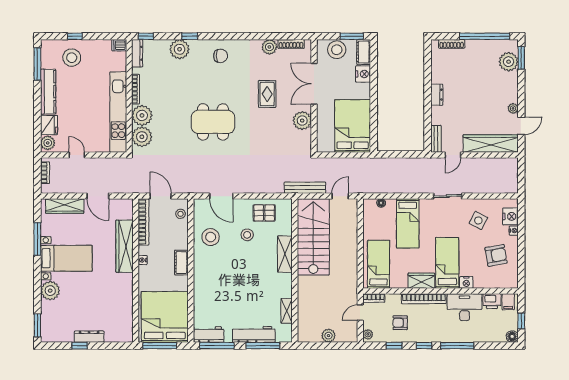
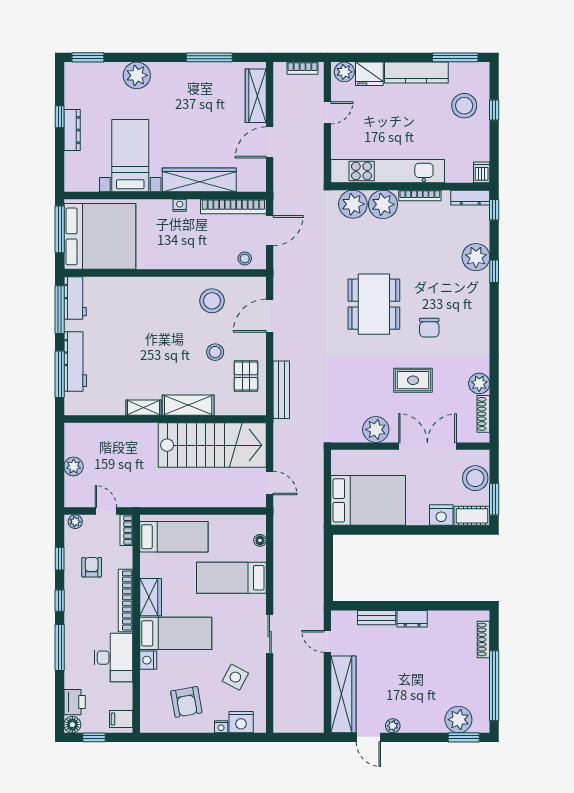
chair: (221, 56) -> (429, 328), moved
bench: (436, 139) -> (377, 618), moved
bench: (305, 188) -> (281, 390), moved
bed with nightstands: (66, 258) -> (130, 156), moved, turned 180
cot: (181, 263) -> (176, 260), removed
printer: (492, 301) -> (75, 702), moved, turned 180
shelving: (287, 311) -> (144, 408), moved

